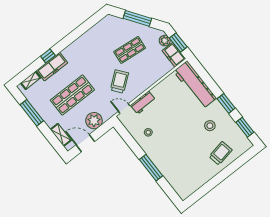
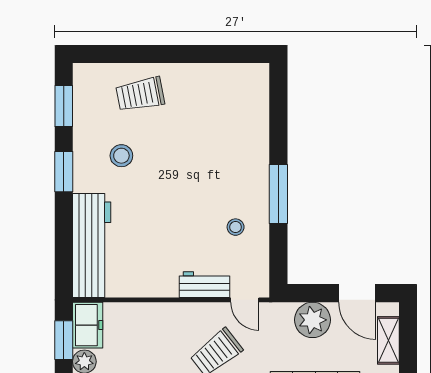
window: (151, 168) -> (278, 194), moved

